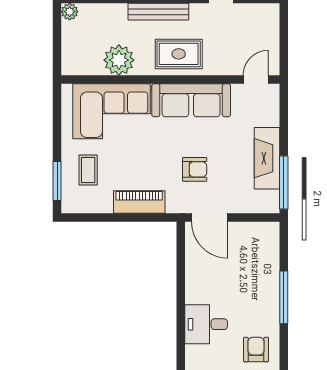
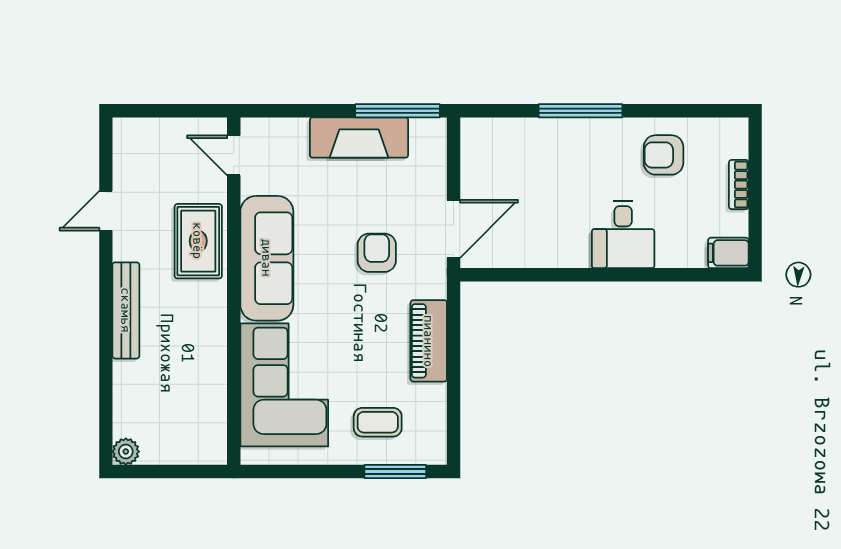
rug: (179, 54) -> (198, 241), moved
plant: (119, 60) -> (203, 373), removed

